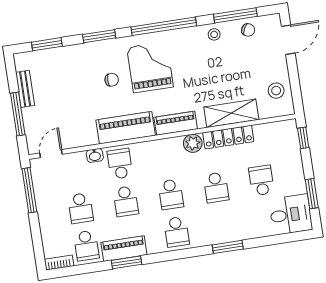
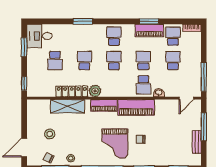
stool: (276, 91) -> (50, 134), moved

